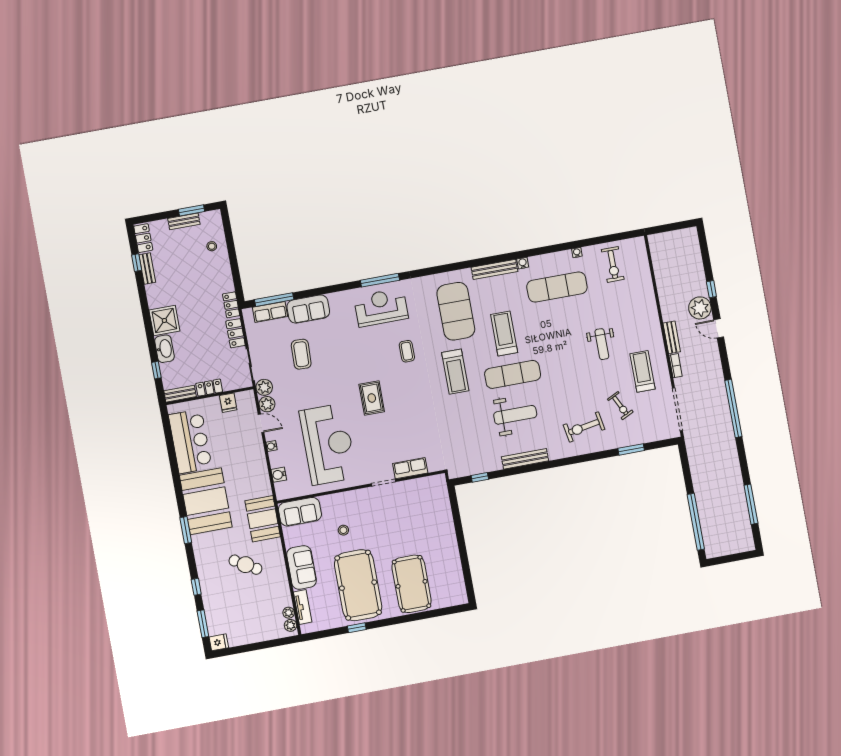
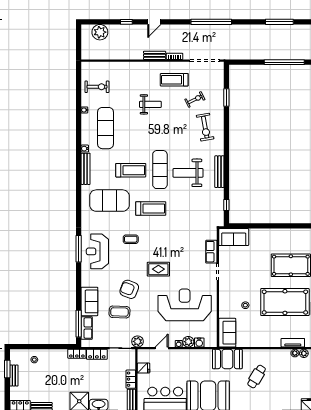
plant: (700, 308) -> (100, 32), moved
treadmill: (504, 334) -> (131, 170), turned 180
armchair: (336, 362) -> (129, 289), added
plant: (267, 404) -> (188, 342), moved
weight bench: (515, 415) -> (188, 173), turned -90
sofa: (302, 567) -> (234, 237), moved, turned 180

